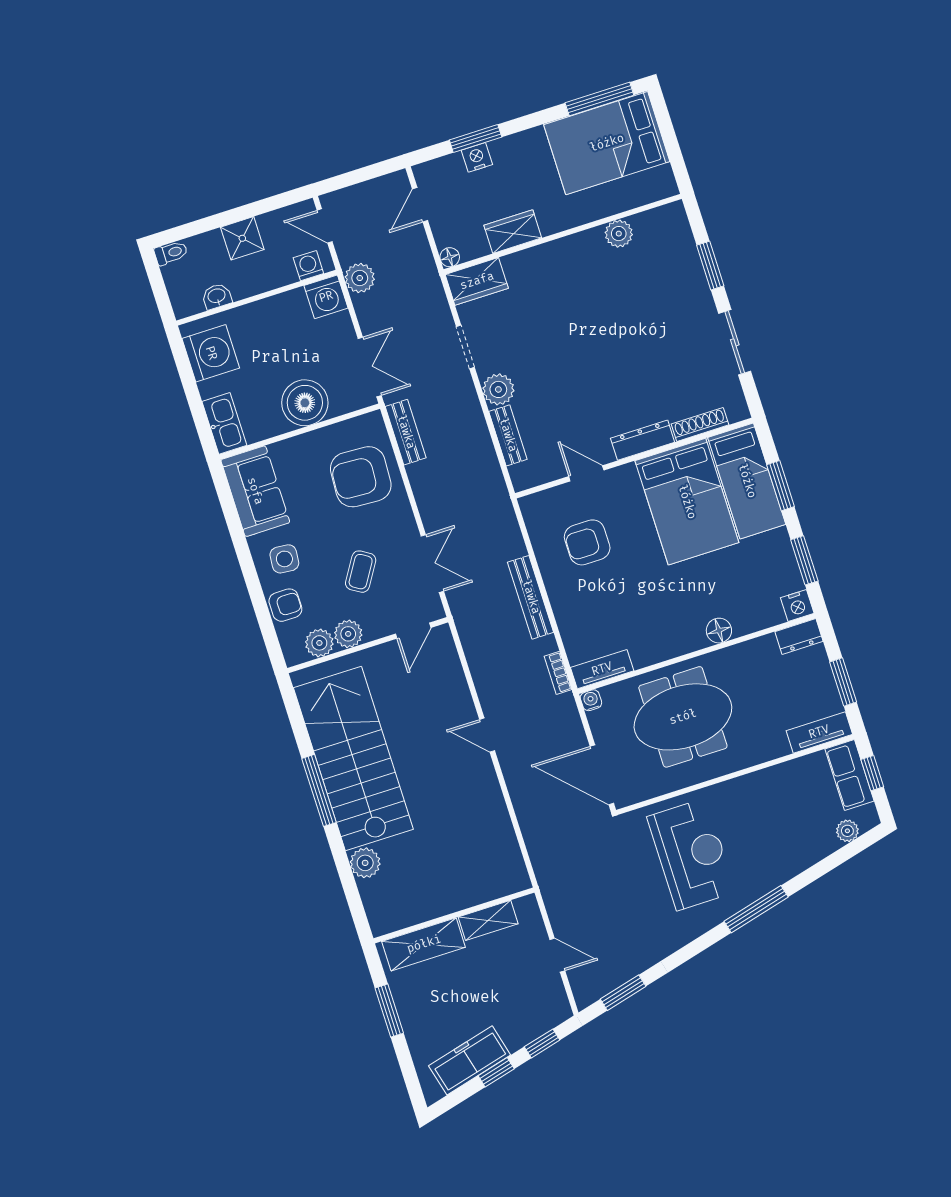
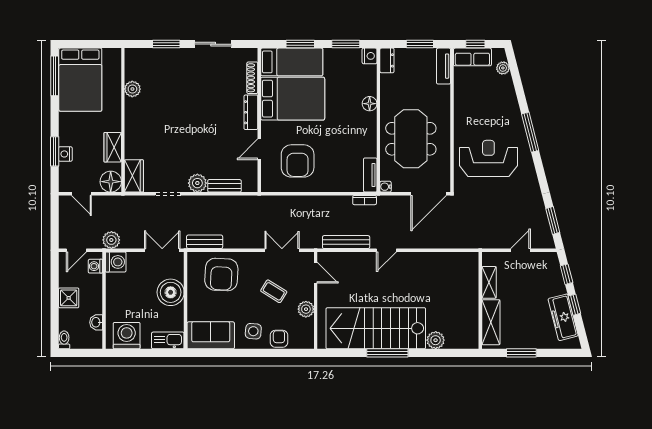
floor lamp: (450, 257) -> (111, 182), width x1.89, depth x1.89
armchair: (587, 542) -> (298, 161), width x1.36, depth x1.36
bench: (531, 597) -> (346, 242), moved
plant: (319, 643) -> (306, 327), removed

